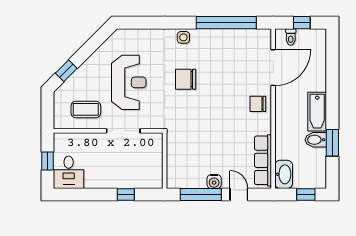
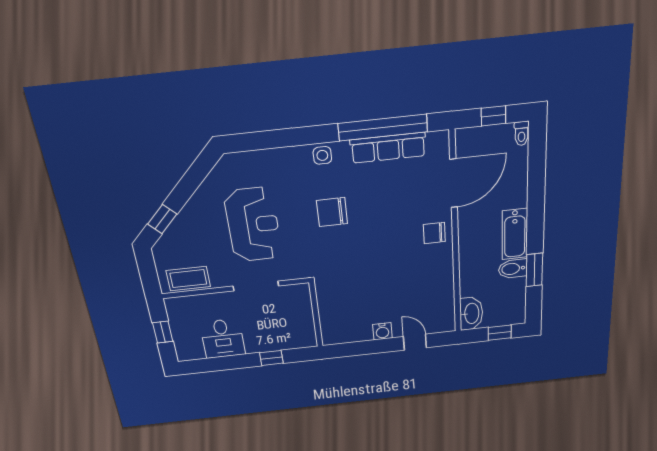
toilet: (291, 37) -> (522, 133), moved
coffee table: (86, 109) -> (188, 279), moved
row of seats: (263, 160) -> (388, 148), moved, turned -90
desk: (69, 172) -> (223, 338), moved
window: (201, 194) -> (367, 347), removed

